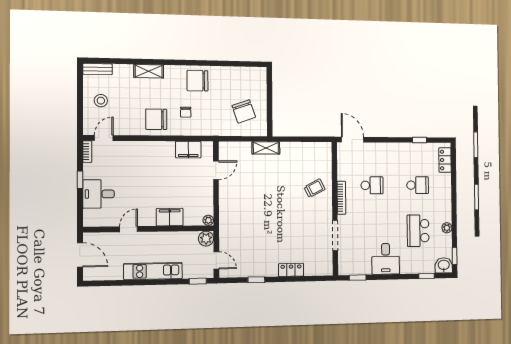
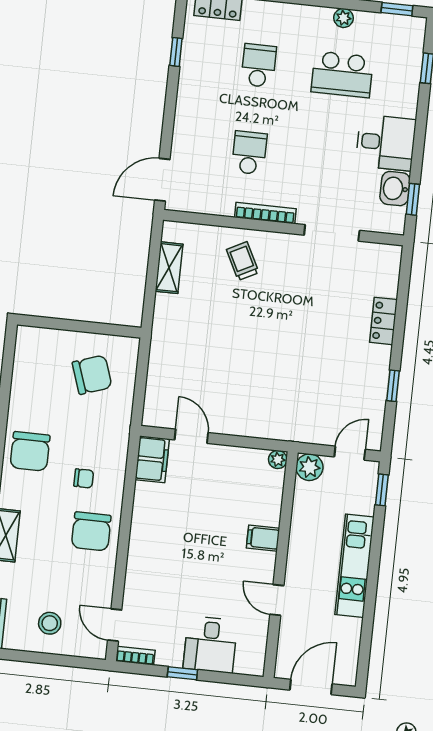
shelving: (266, 148) -> (169, 268), moved
filing cabinet: (188, 150) -> (152, 459), moved
filing cabinet: (170, 217) -> (263, 538), width x0.50
washbasin: (444, 265) -> (395, 189), moved

